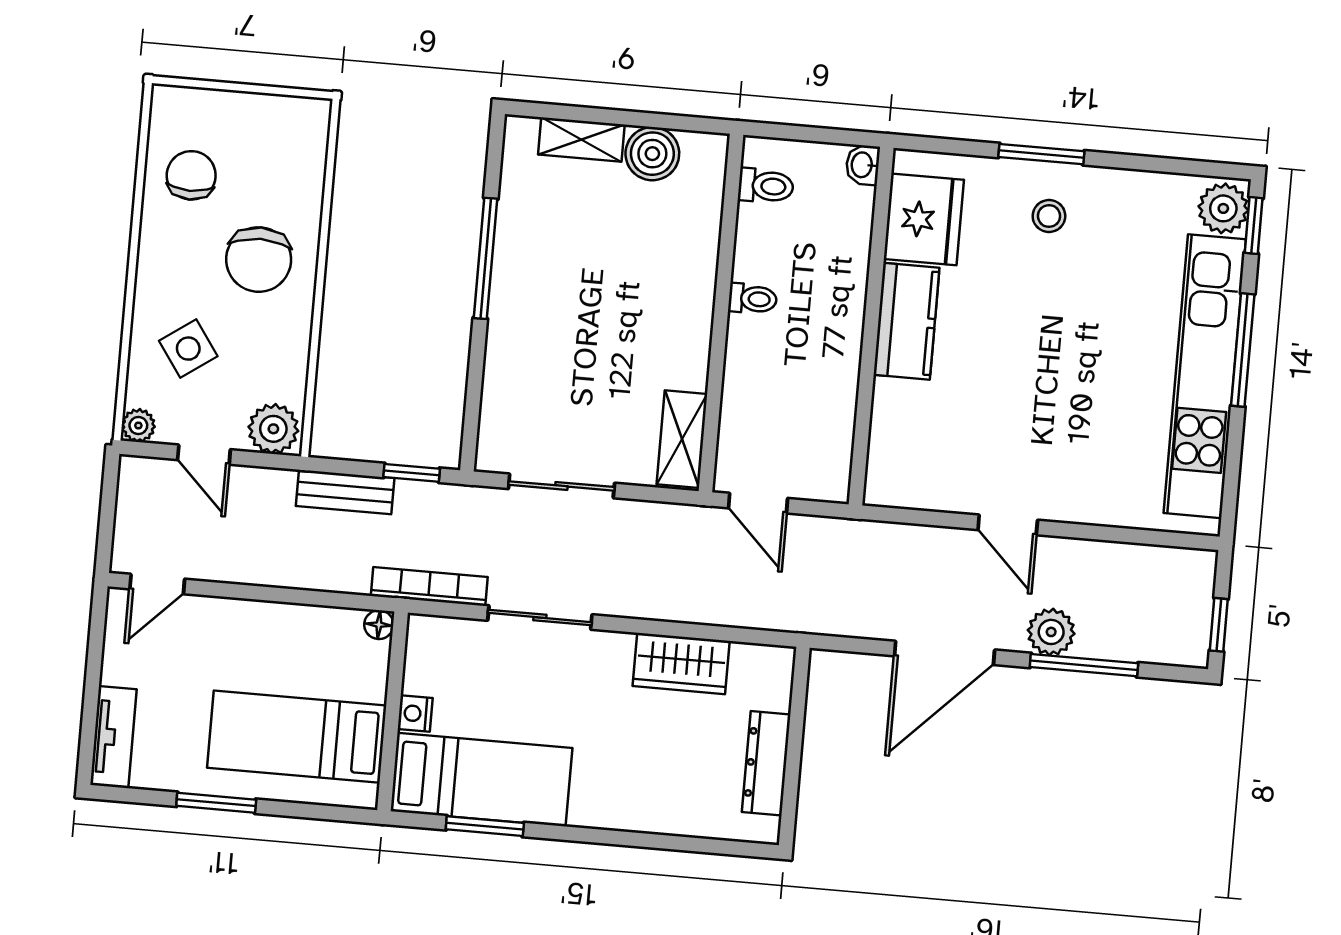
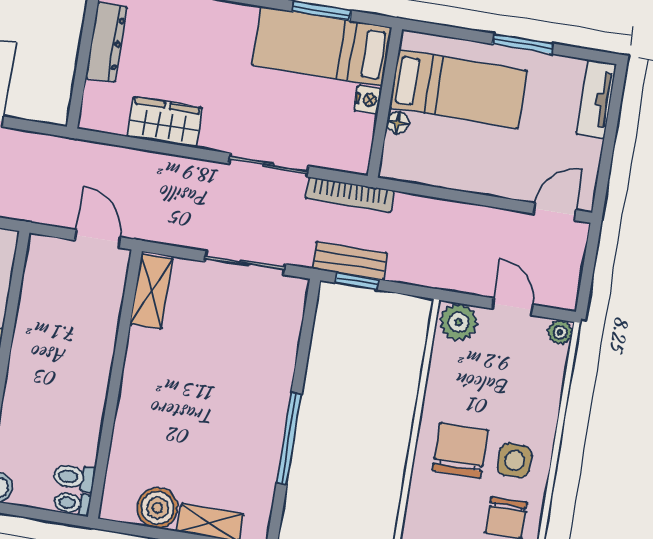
toilet: (753, 299) -> (72, 503), moved
side table: (188, 349) -> (514, 461), moved, turned 35
bench: (345, 492) -> (350, 261), moved
floor lamp: (379, 625) -> (398, 123), moved

